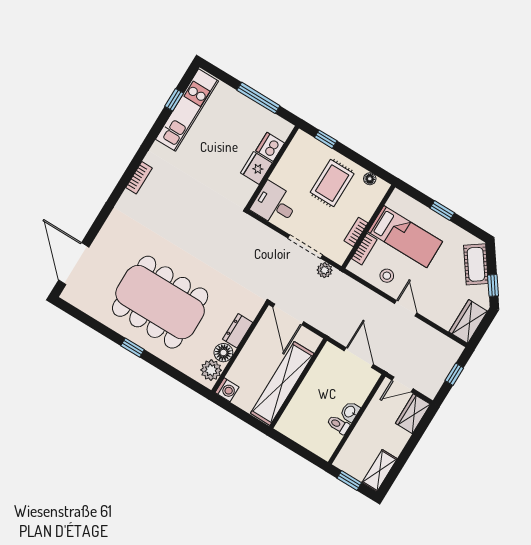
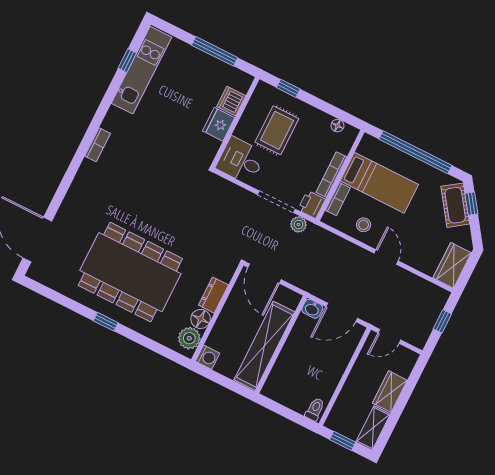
rug: (332, 183) -> (277, 130), moved
window: (442, 211) -> (415, 152), width x3.17
bookcase: (356, 232) -> (331, 175), width x1.56
printer: (339, 252) -> (312, 204), added
window: (493, 285) -> (471, 204), moved
door: (359, 358) -> (342, 312), swing flipped
washbasin: (350, 412) -> (312, 309), moved, turned -90
wardrobe: (413, 414) -> (390, 392), moved
toilet: (338, 425) -> (315, 409), moved, turned 90

